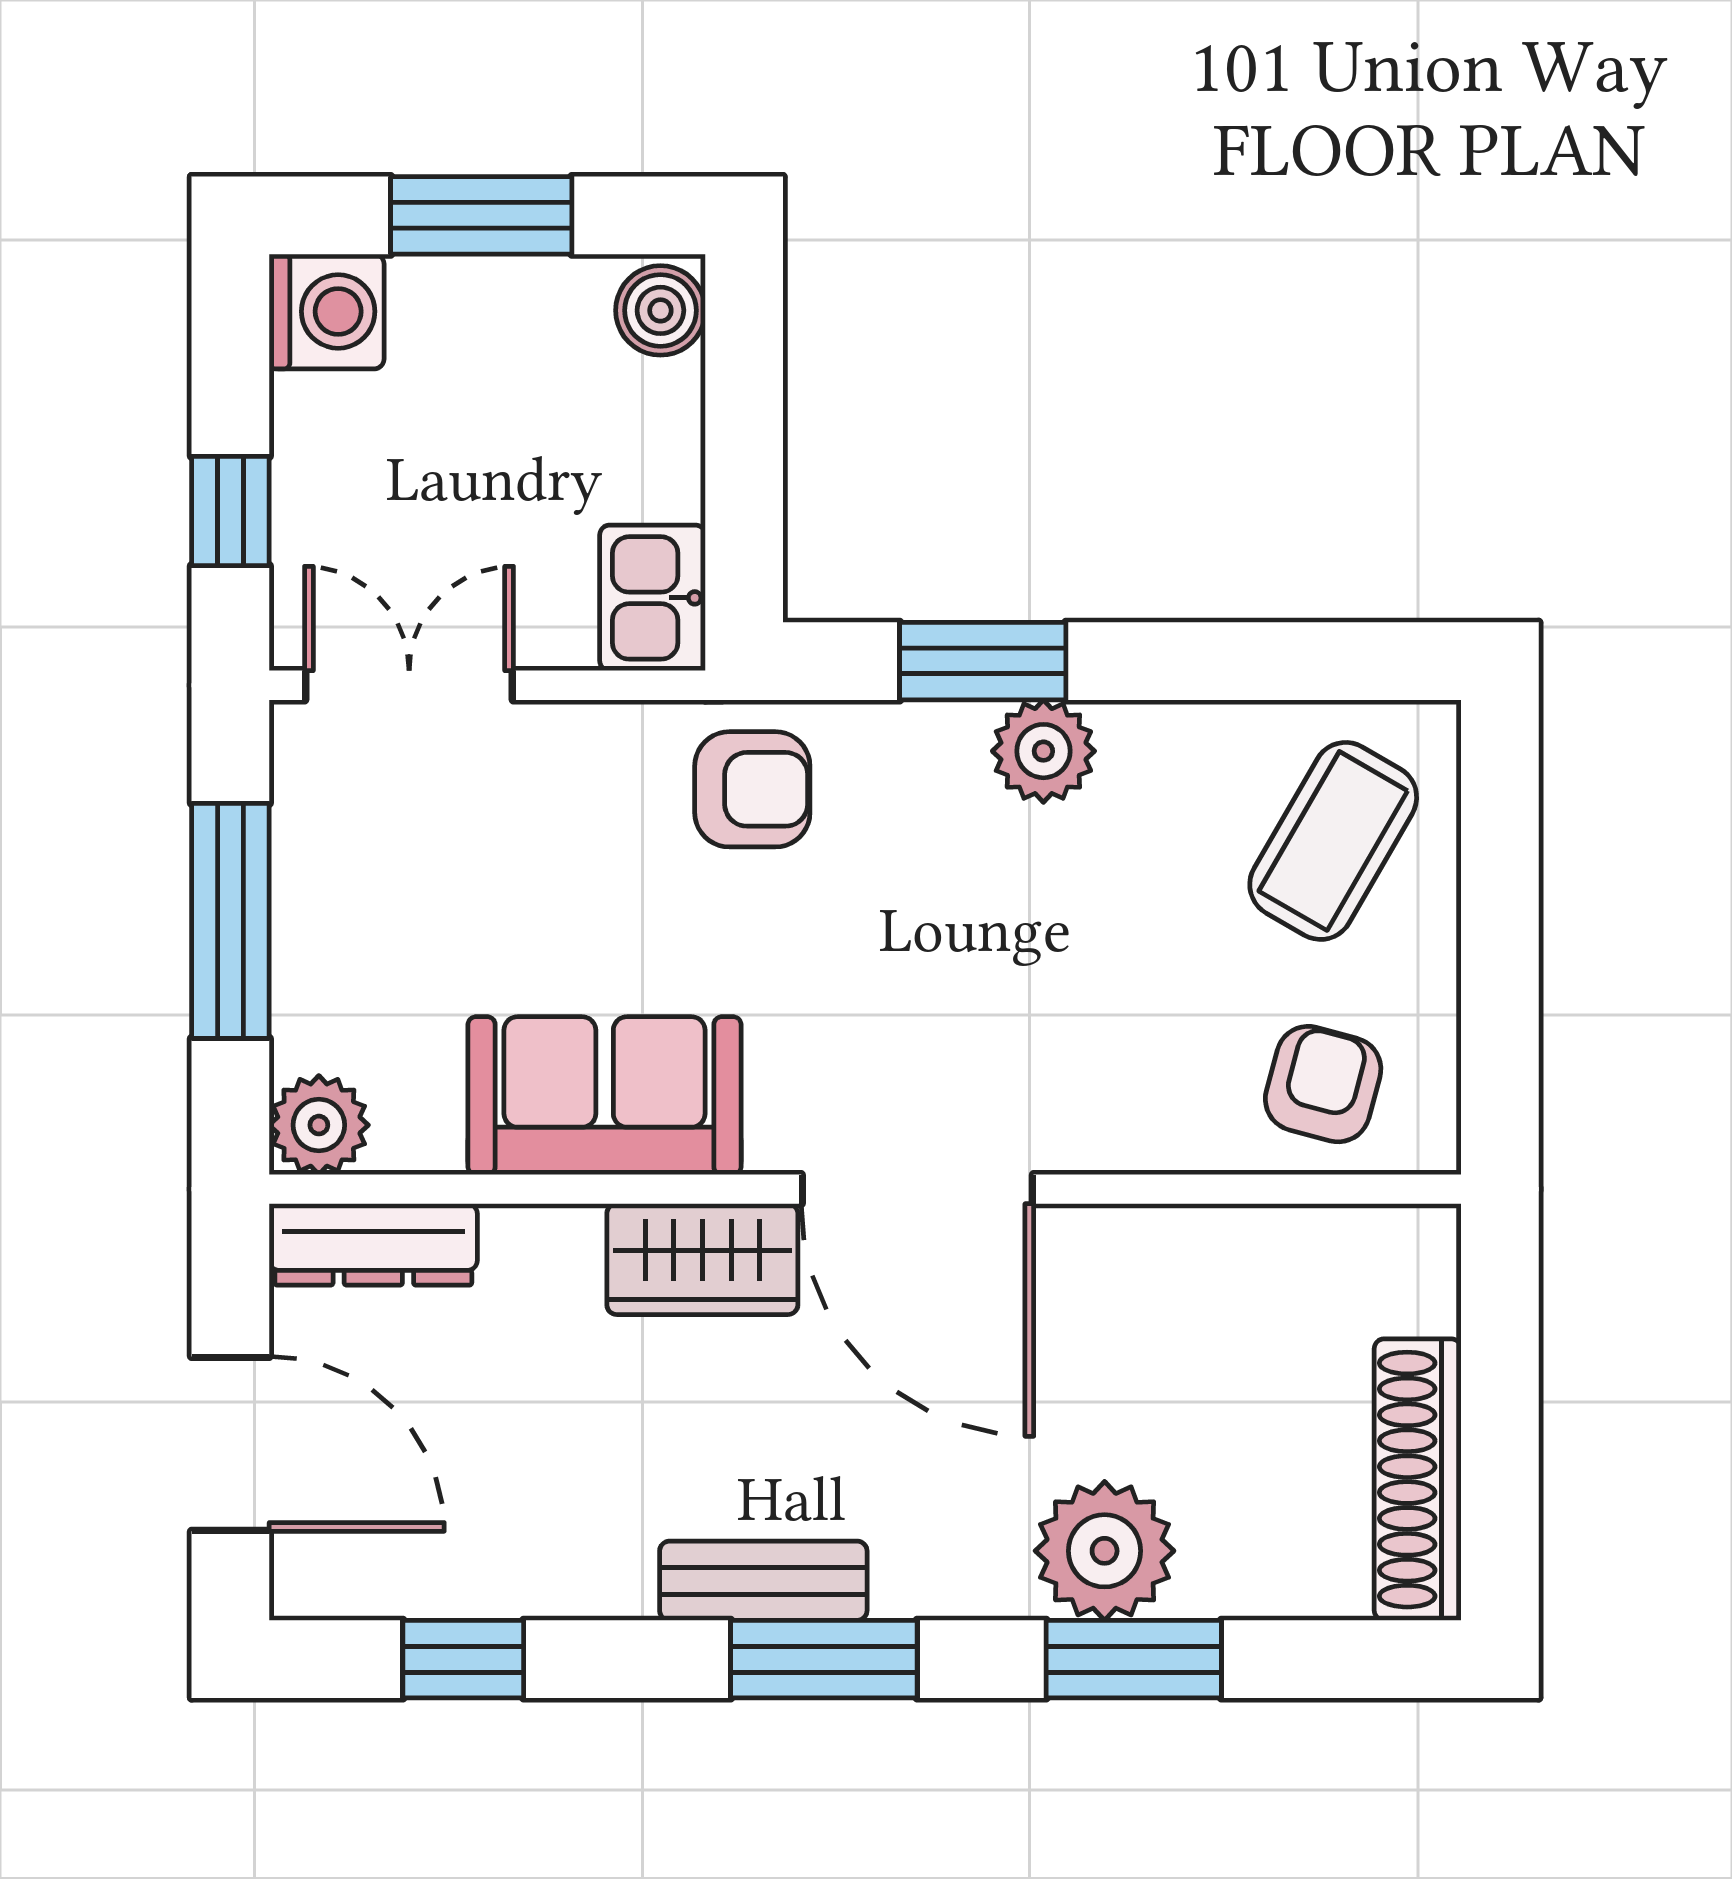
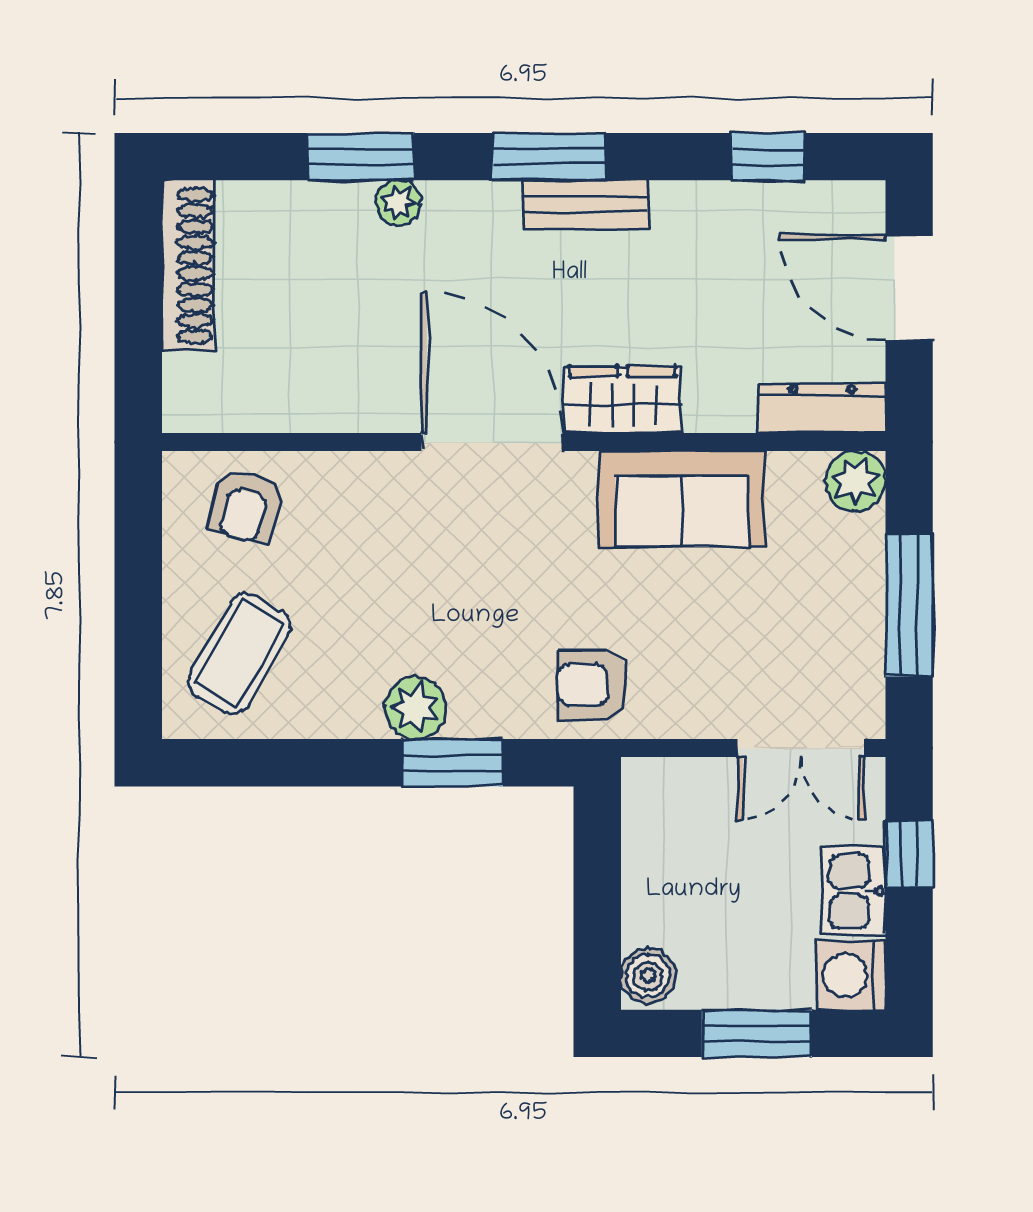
kitchen sink: (652, 598) -> (854, 891), moved, turned 180
plant: (1105, 1551) -> (398, 203), width x0.53, depth x0.53

